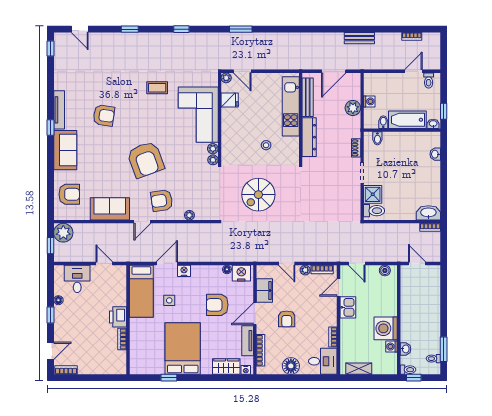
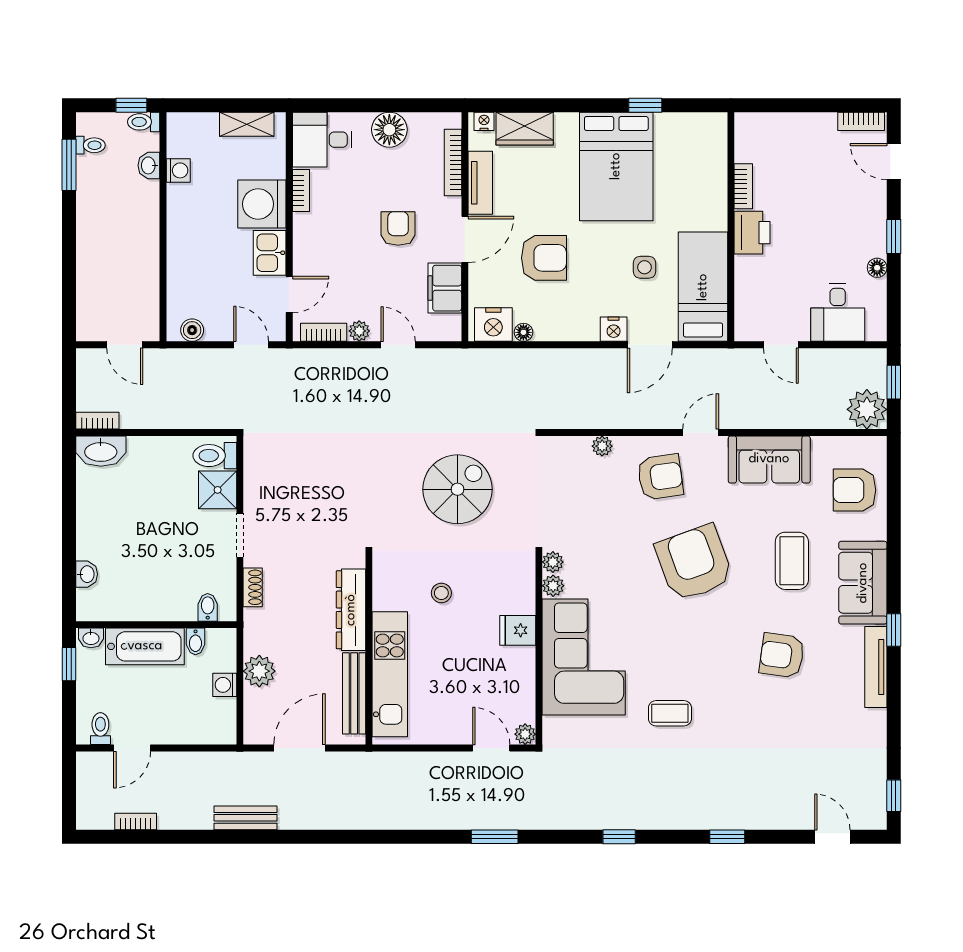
fridge: (230, 100) -> (518, 630), moved
coffee table: (99, 161) -> (792, 561), added
washing machine: (386, 328) -> (262, 204), moved, turned 180
door: (51, 351) -> (894, 162), hinge flipped

